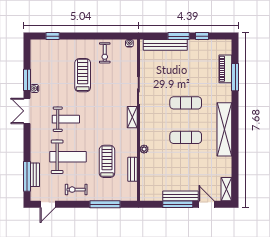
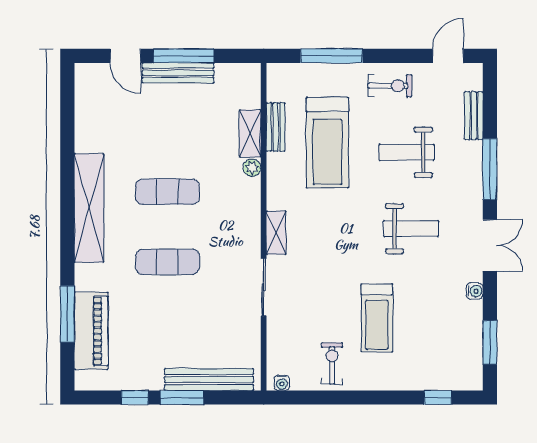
piano: (225, 69) -> (91, 331), width x1.37, depth x1.33
window: (27, 80) -> (490, 342), moved
weight bench: (66, 119) -> (411, 229), turned 180
weight bench: (68, 157) -> (407, 152), width x0.73, depth x0.75
treadmill: (107, 161) -> (327, 143), width x1.37, depth x1.38
window: (27, 176) -> (490, 169), moved
shelving: (226, 189) -> (250, 133), moved

